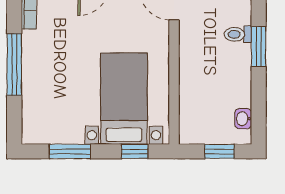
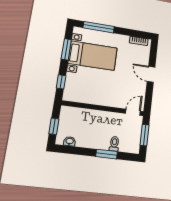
window: (14, 64) -> (99, 27), moved
bed with nightstands: (124, 99) -> (93, 56), moved

